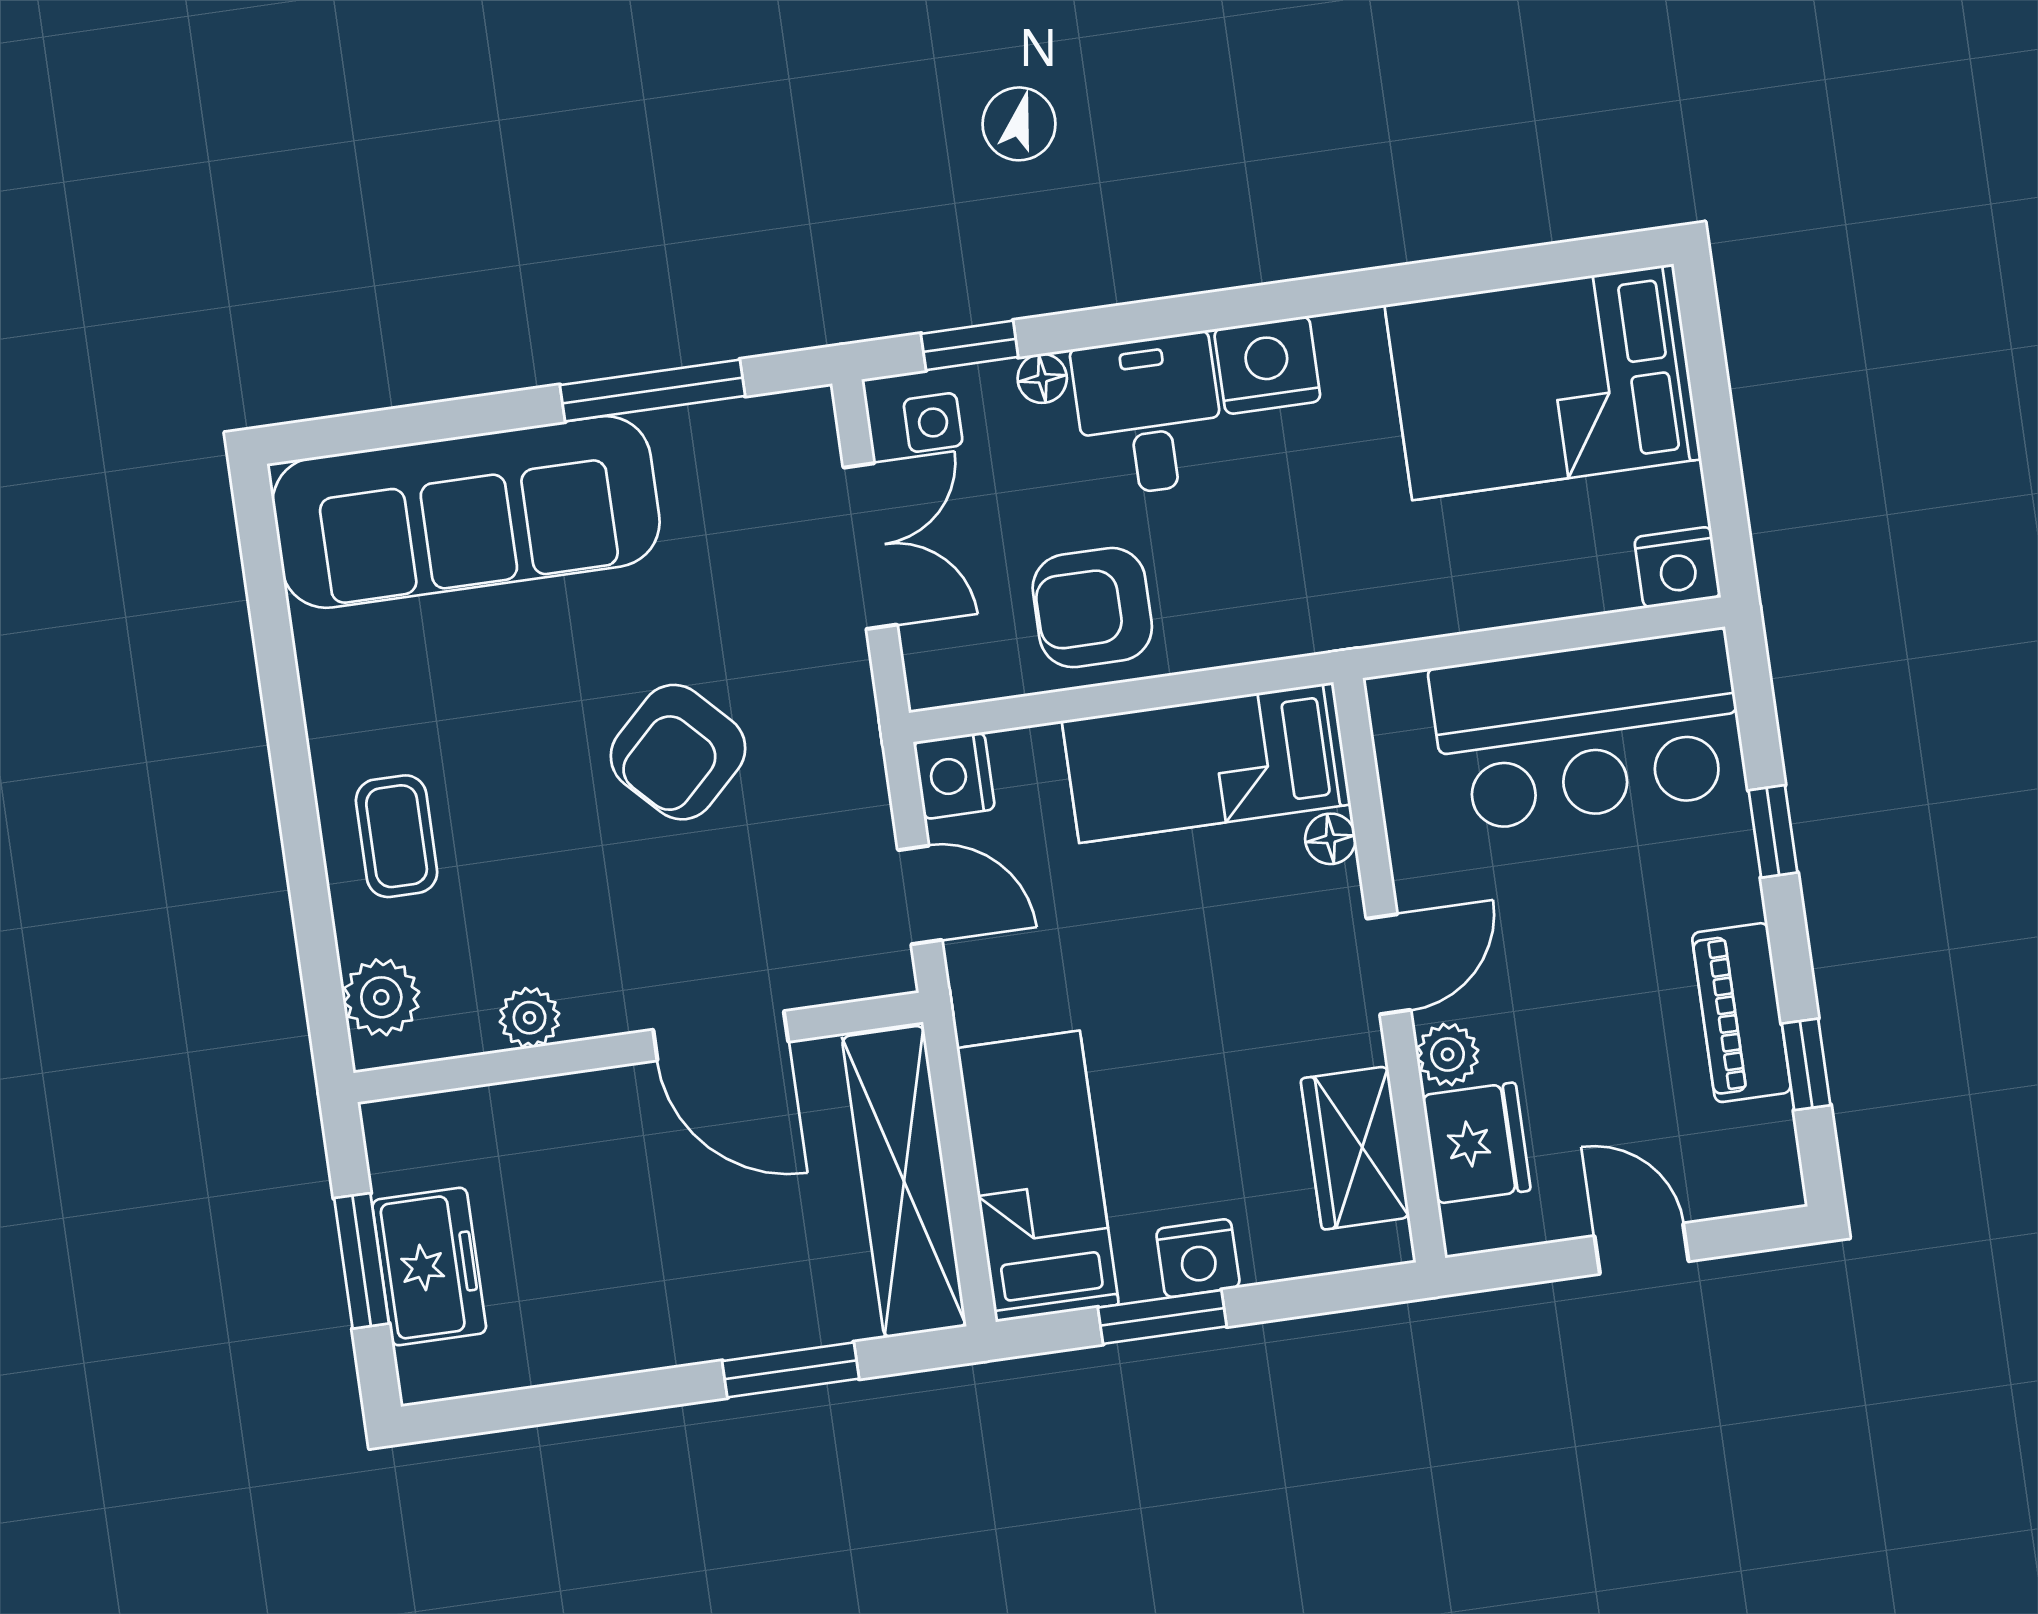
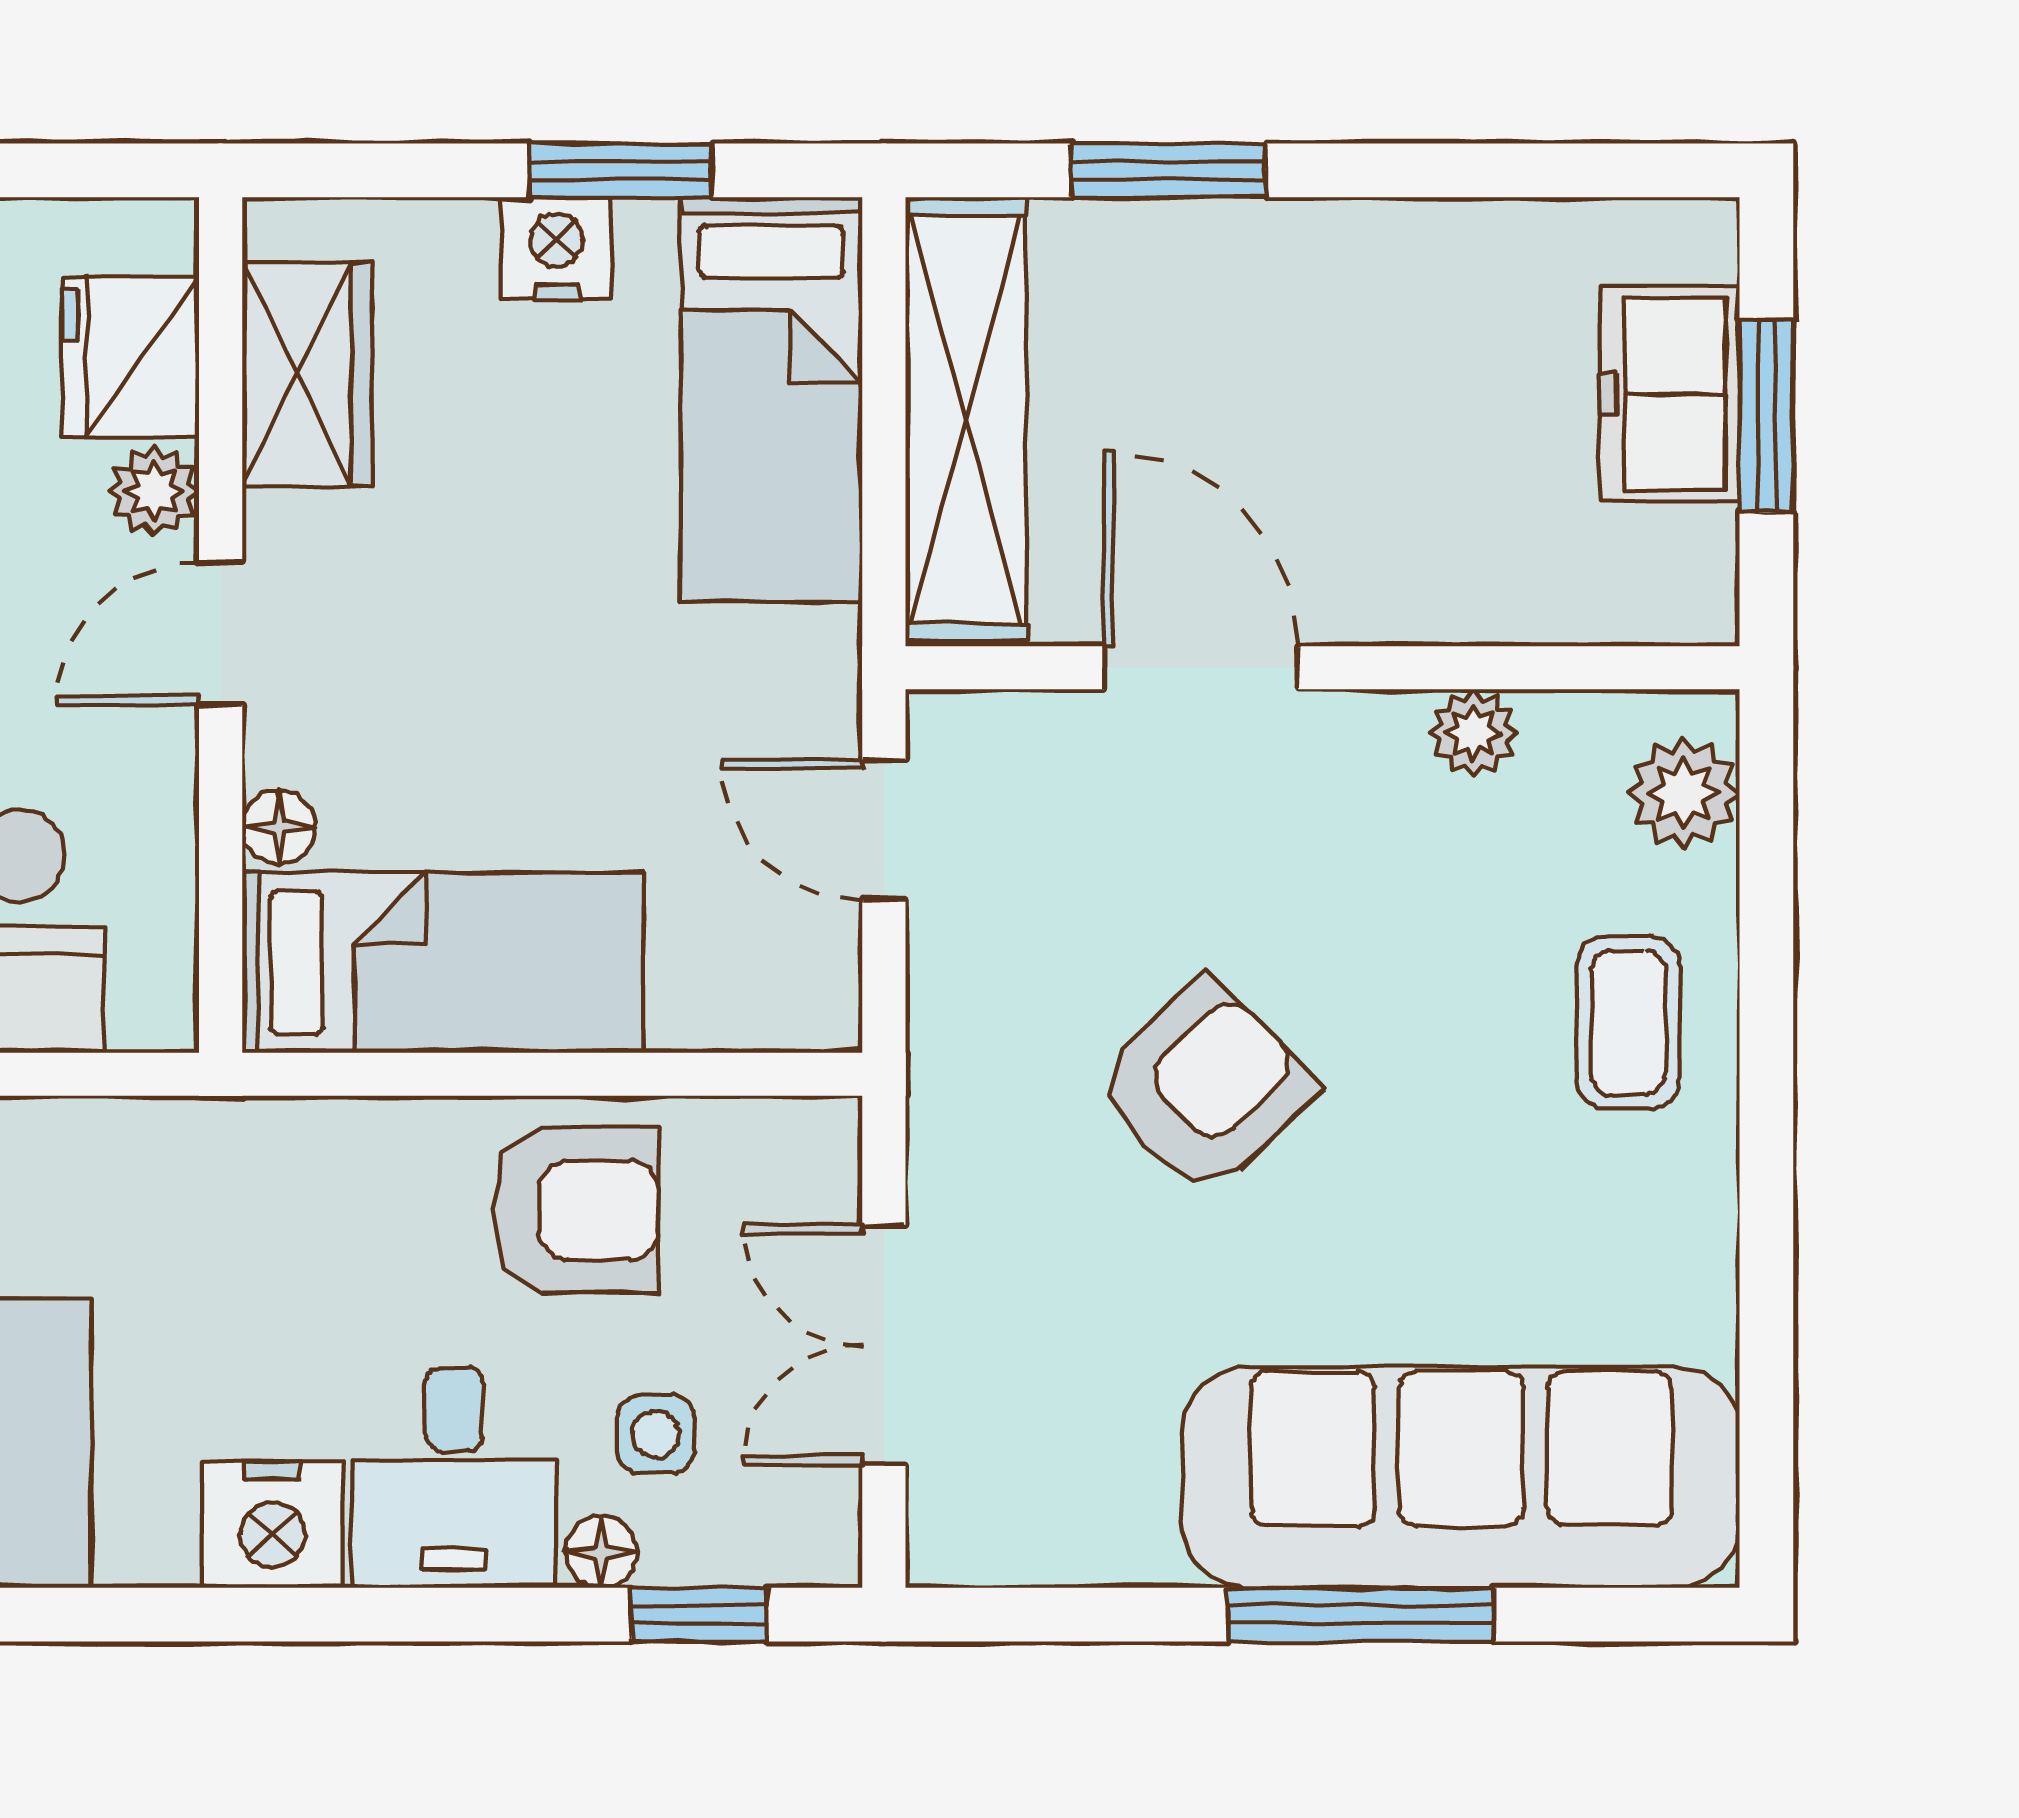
window: (653, 391) -> (1361, 1615), moved
side table: (933, 423) -> (656, 1434), moved
nightstand: (954, 776) -> (810, 996), removed

